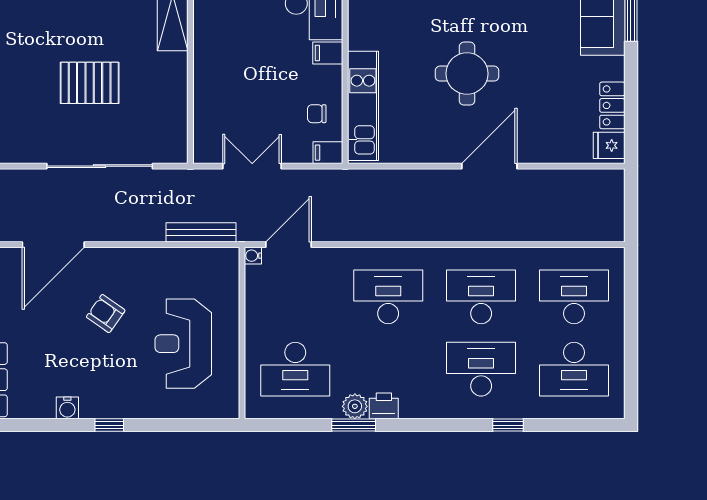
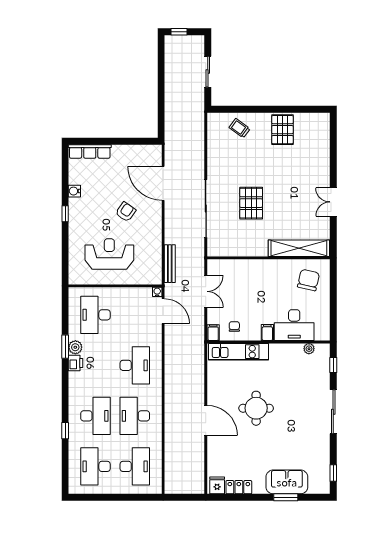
desk: (481, 297) -> (135, 416), turned 180

